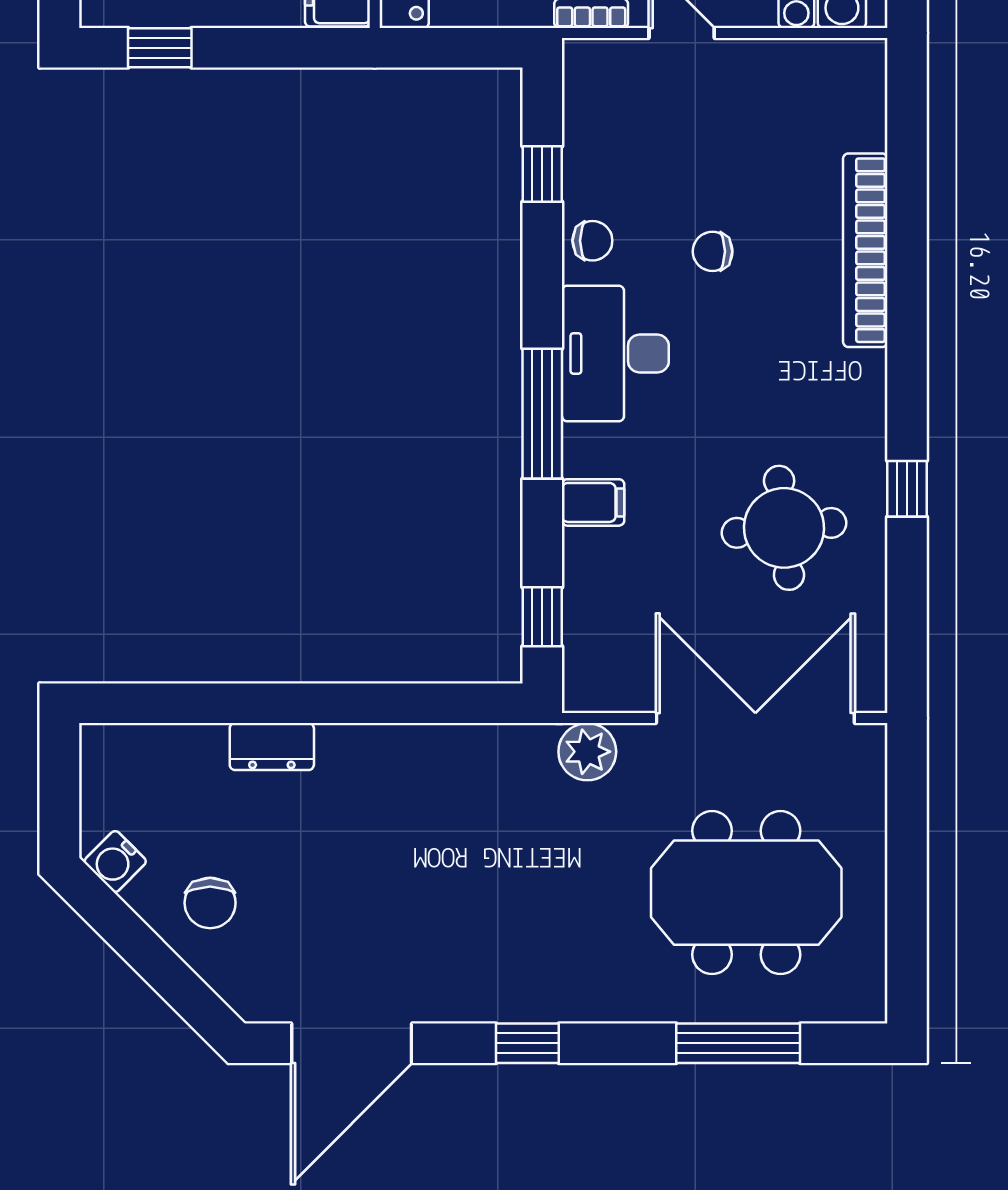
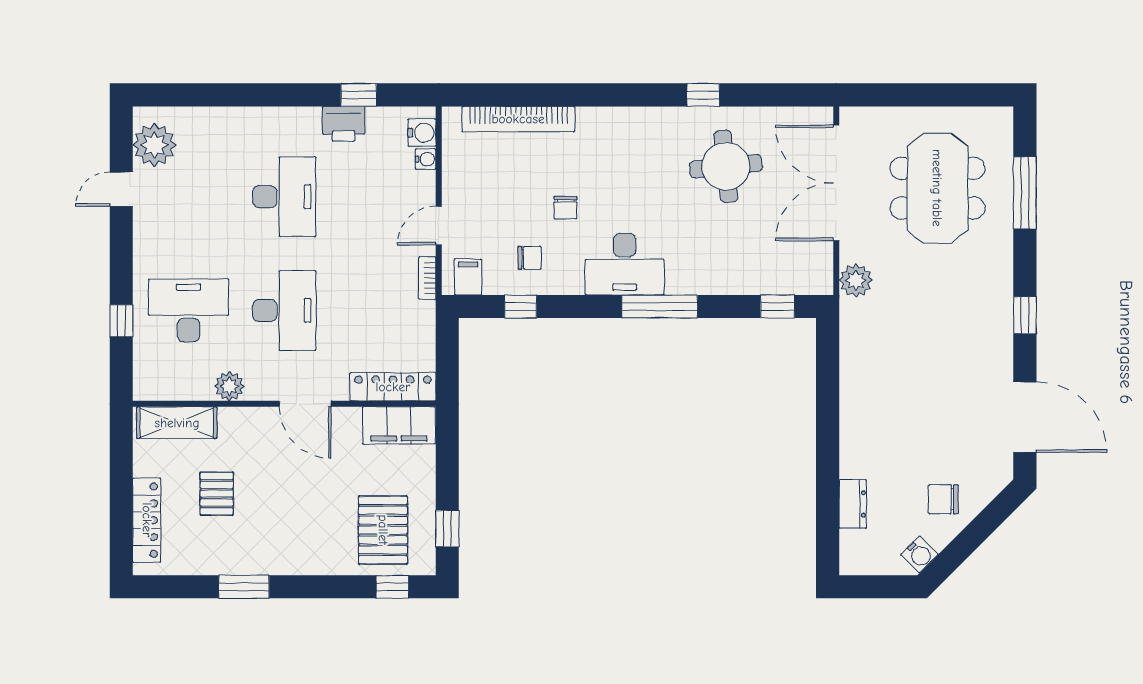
chair: (592, 241) -> (529, 258), moved, turned 90
bookcase: (865, 250) -> (518, 119), moved
filing cabinet: (593, 502) -> (468, 277), moved
dresser: (272, 747) -> (853, 504), moved
chair: (210, 903) -> (944, 499), turned 180

